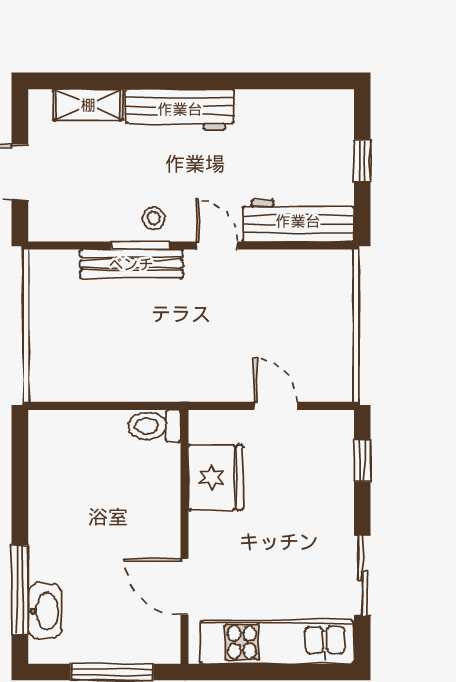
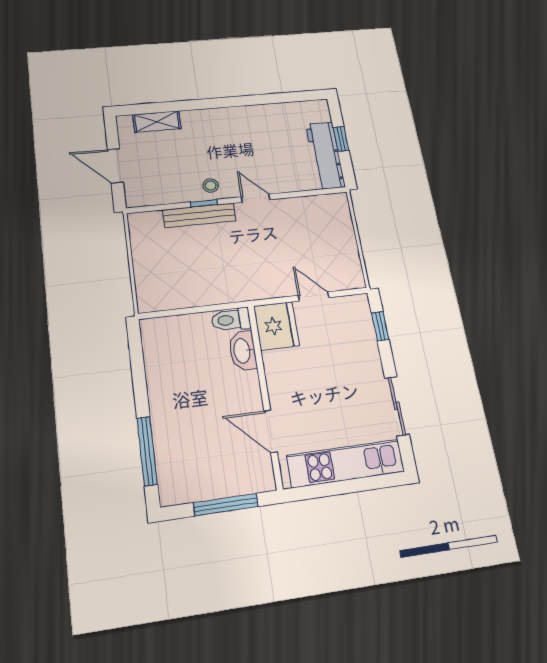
workbench: (180, 109) -> (218, 119), removed
workbench: (298, 221) -> (325, 155), moved, turned -90
window: (140, 245) -> (204, 203), width x0.67
fridge: (216, 478) -> (276, 326), moved
washbasin: (45, 611) -> (243, 351), moved, turned 180

